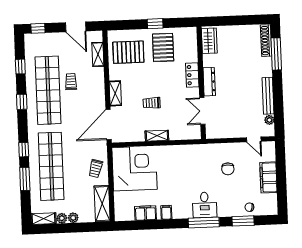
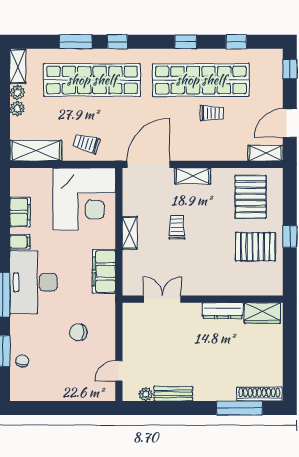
shelving: (98, 54) -> (266, 153), moved
locker: (192, 75) -> (214, 287), removed
dresser: (209, 82) -> (223, 311), moved
bench: (268, 96) -> (173, 394), width x0.73
door: (109, 125) -> (148, 164), hinge flipped
filing cabinet: (268, 177) -> (104, 271), moved, turned -90
desk: (205, 205) -> (34, 282), width x1.87, depth x1.30

